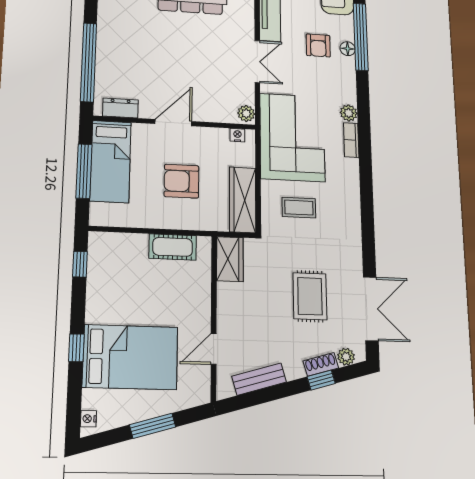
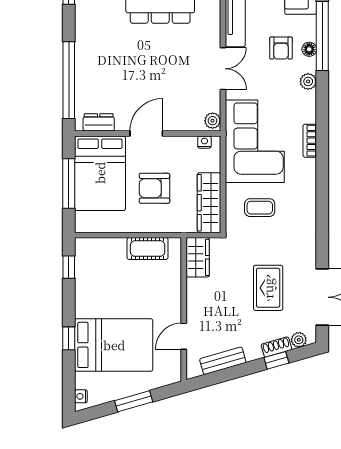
plant: (349, 113) -> (308, 81), moved
bed: (110, 161) -> (100, 173), width x1.50

